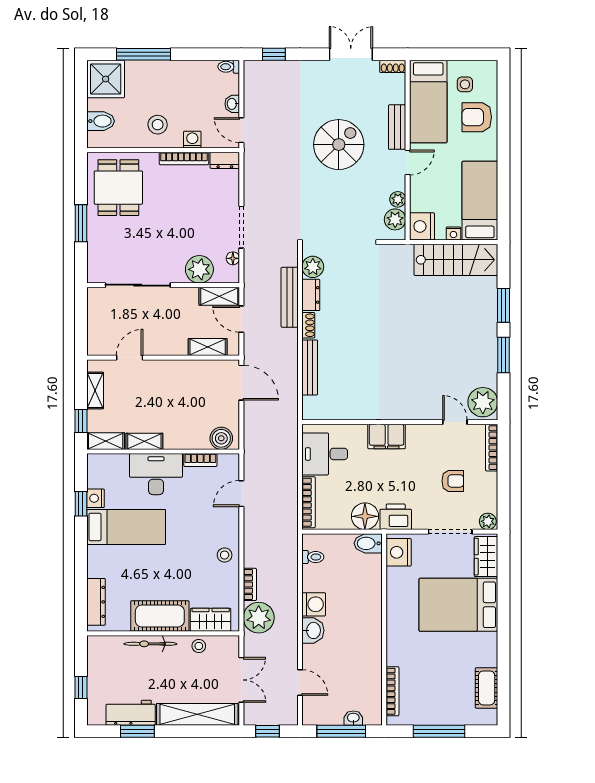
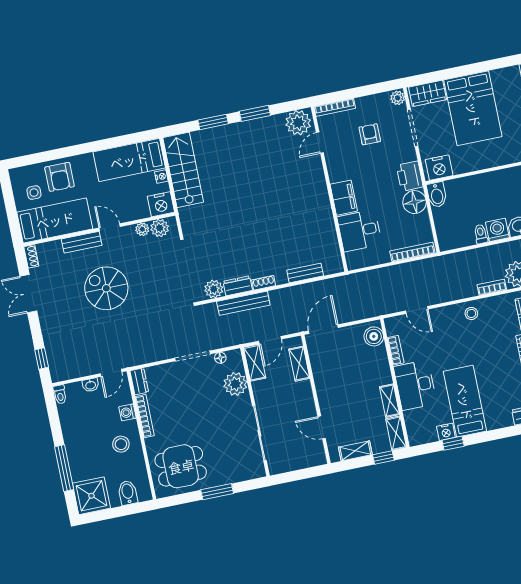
bench: (310, 367) -> (305, 273), width x0.73
desk: (325, 454) -> (360, 231), moved, turned 90
toilet: (313, 557) -> (481, 234), moved

